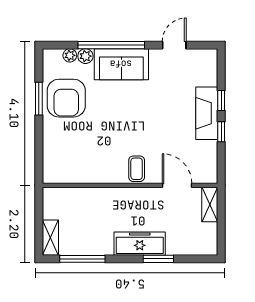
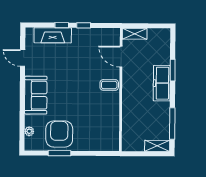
window: (111, 45) -> (22, 102), removed
plant: (85, 56) -> (30, 120), removed
armchair: (66, 98) -> (59, 134), turned -90
fireplace: (207, 113) -> (53, 35), moved
door: (177, 185) -> (121, 57), hinge flipped

